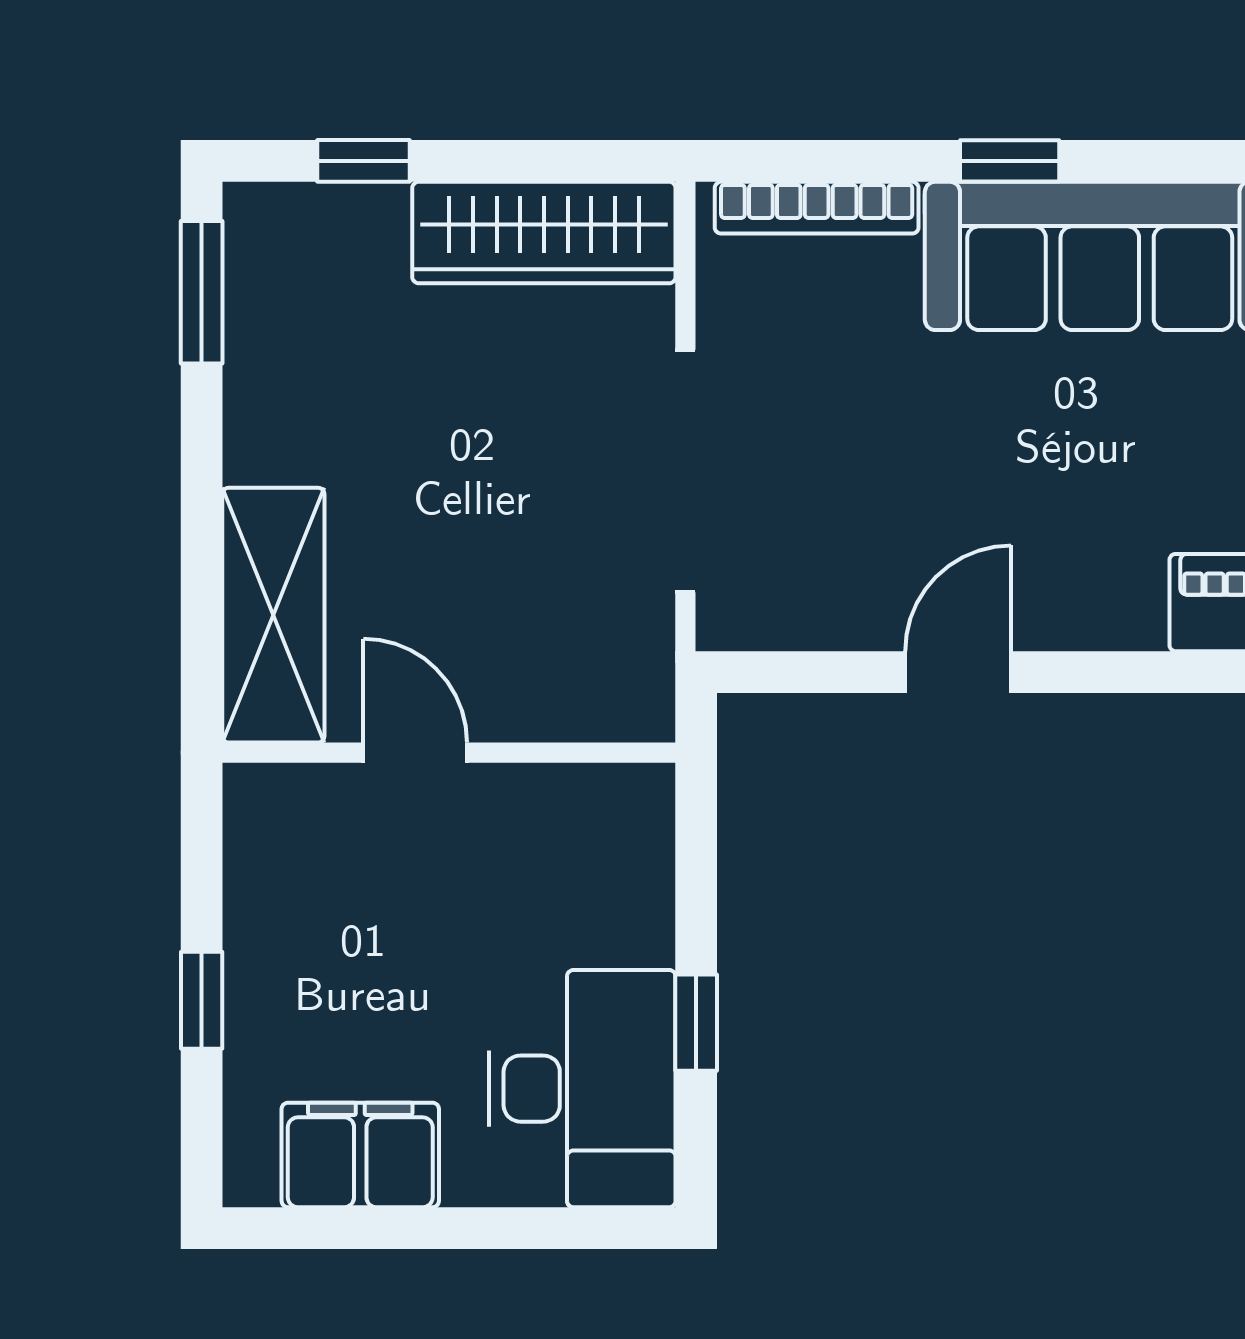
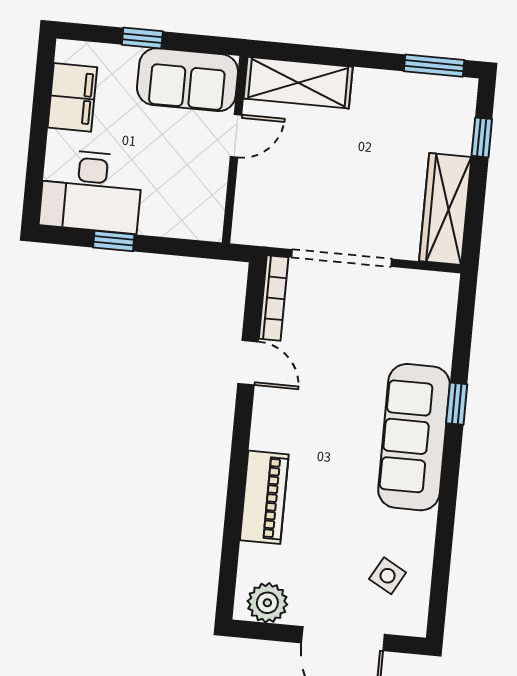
bookcase: (817, 208) -> (274, 298), moved, turned 180
sofa: (291, 882) -> (188, 80), added

